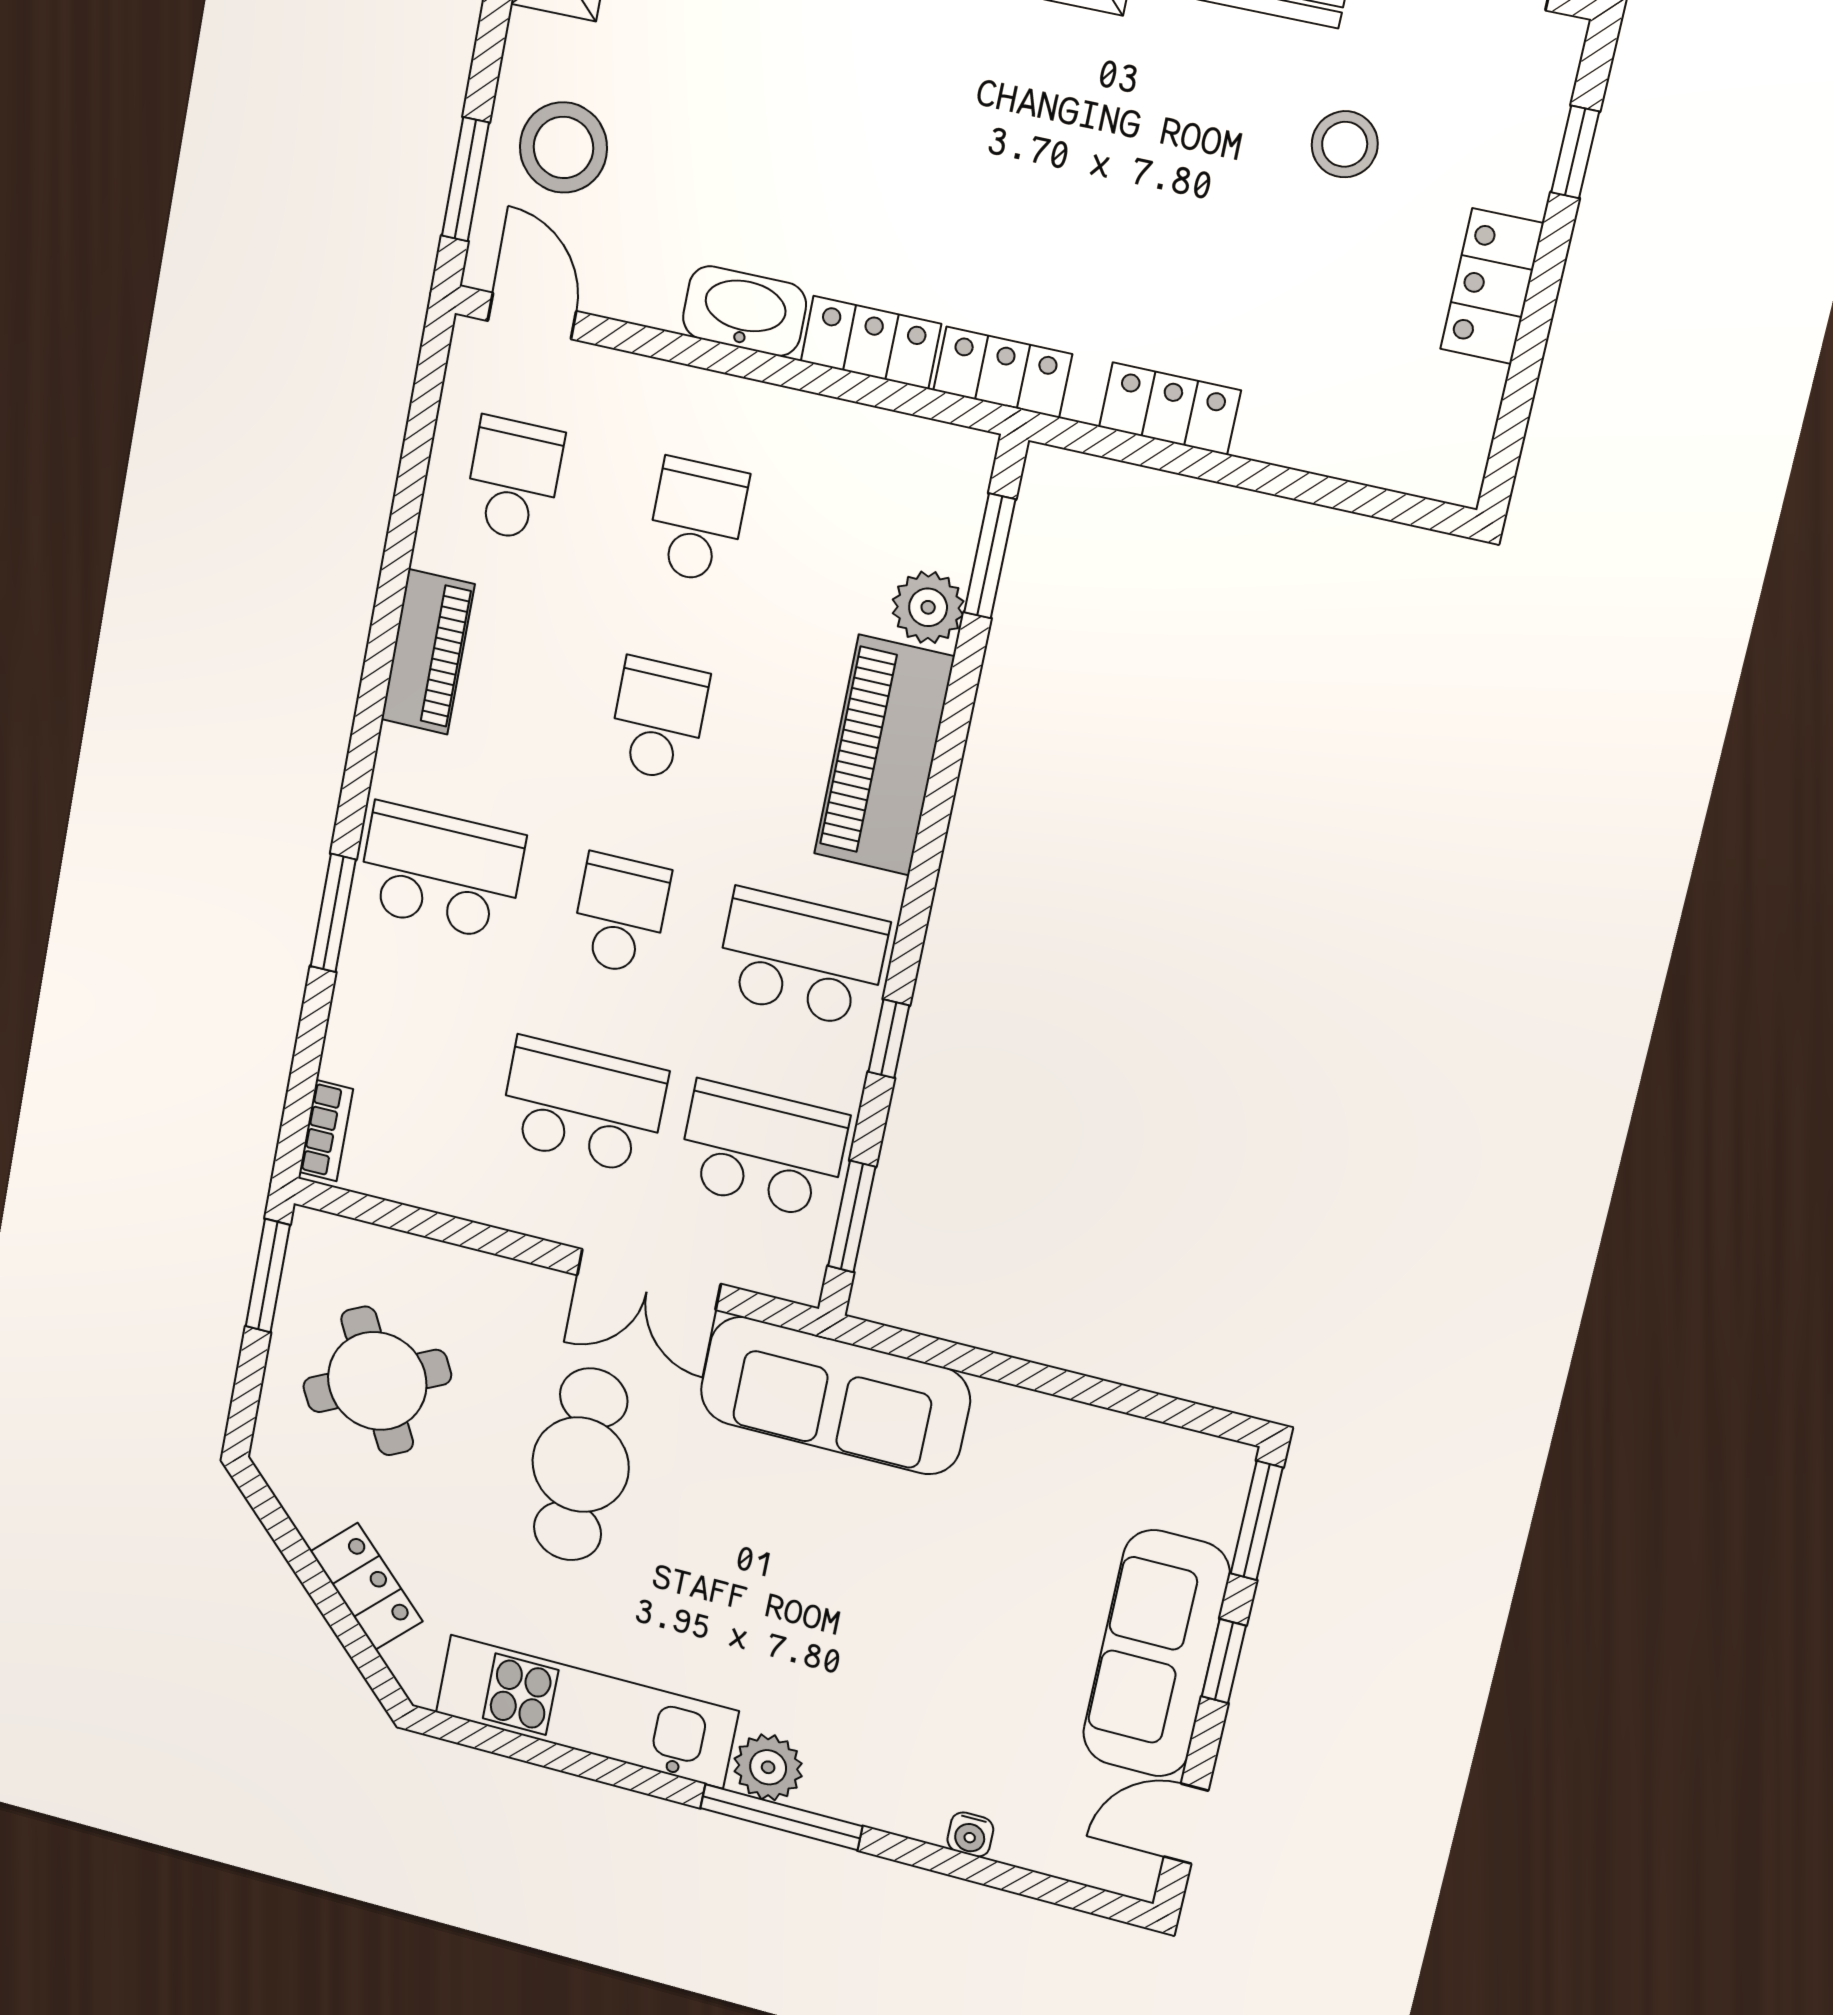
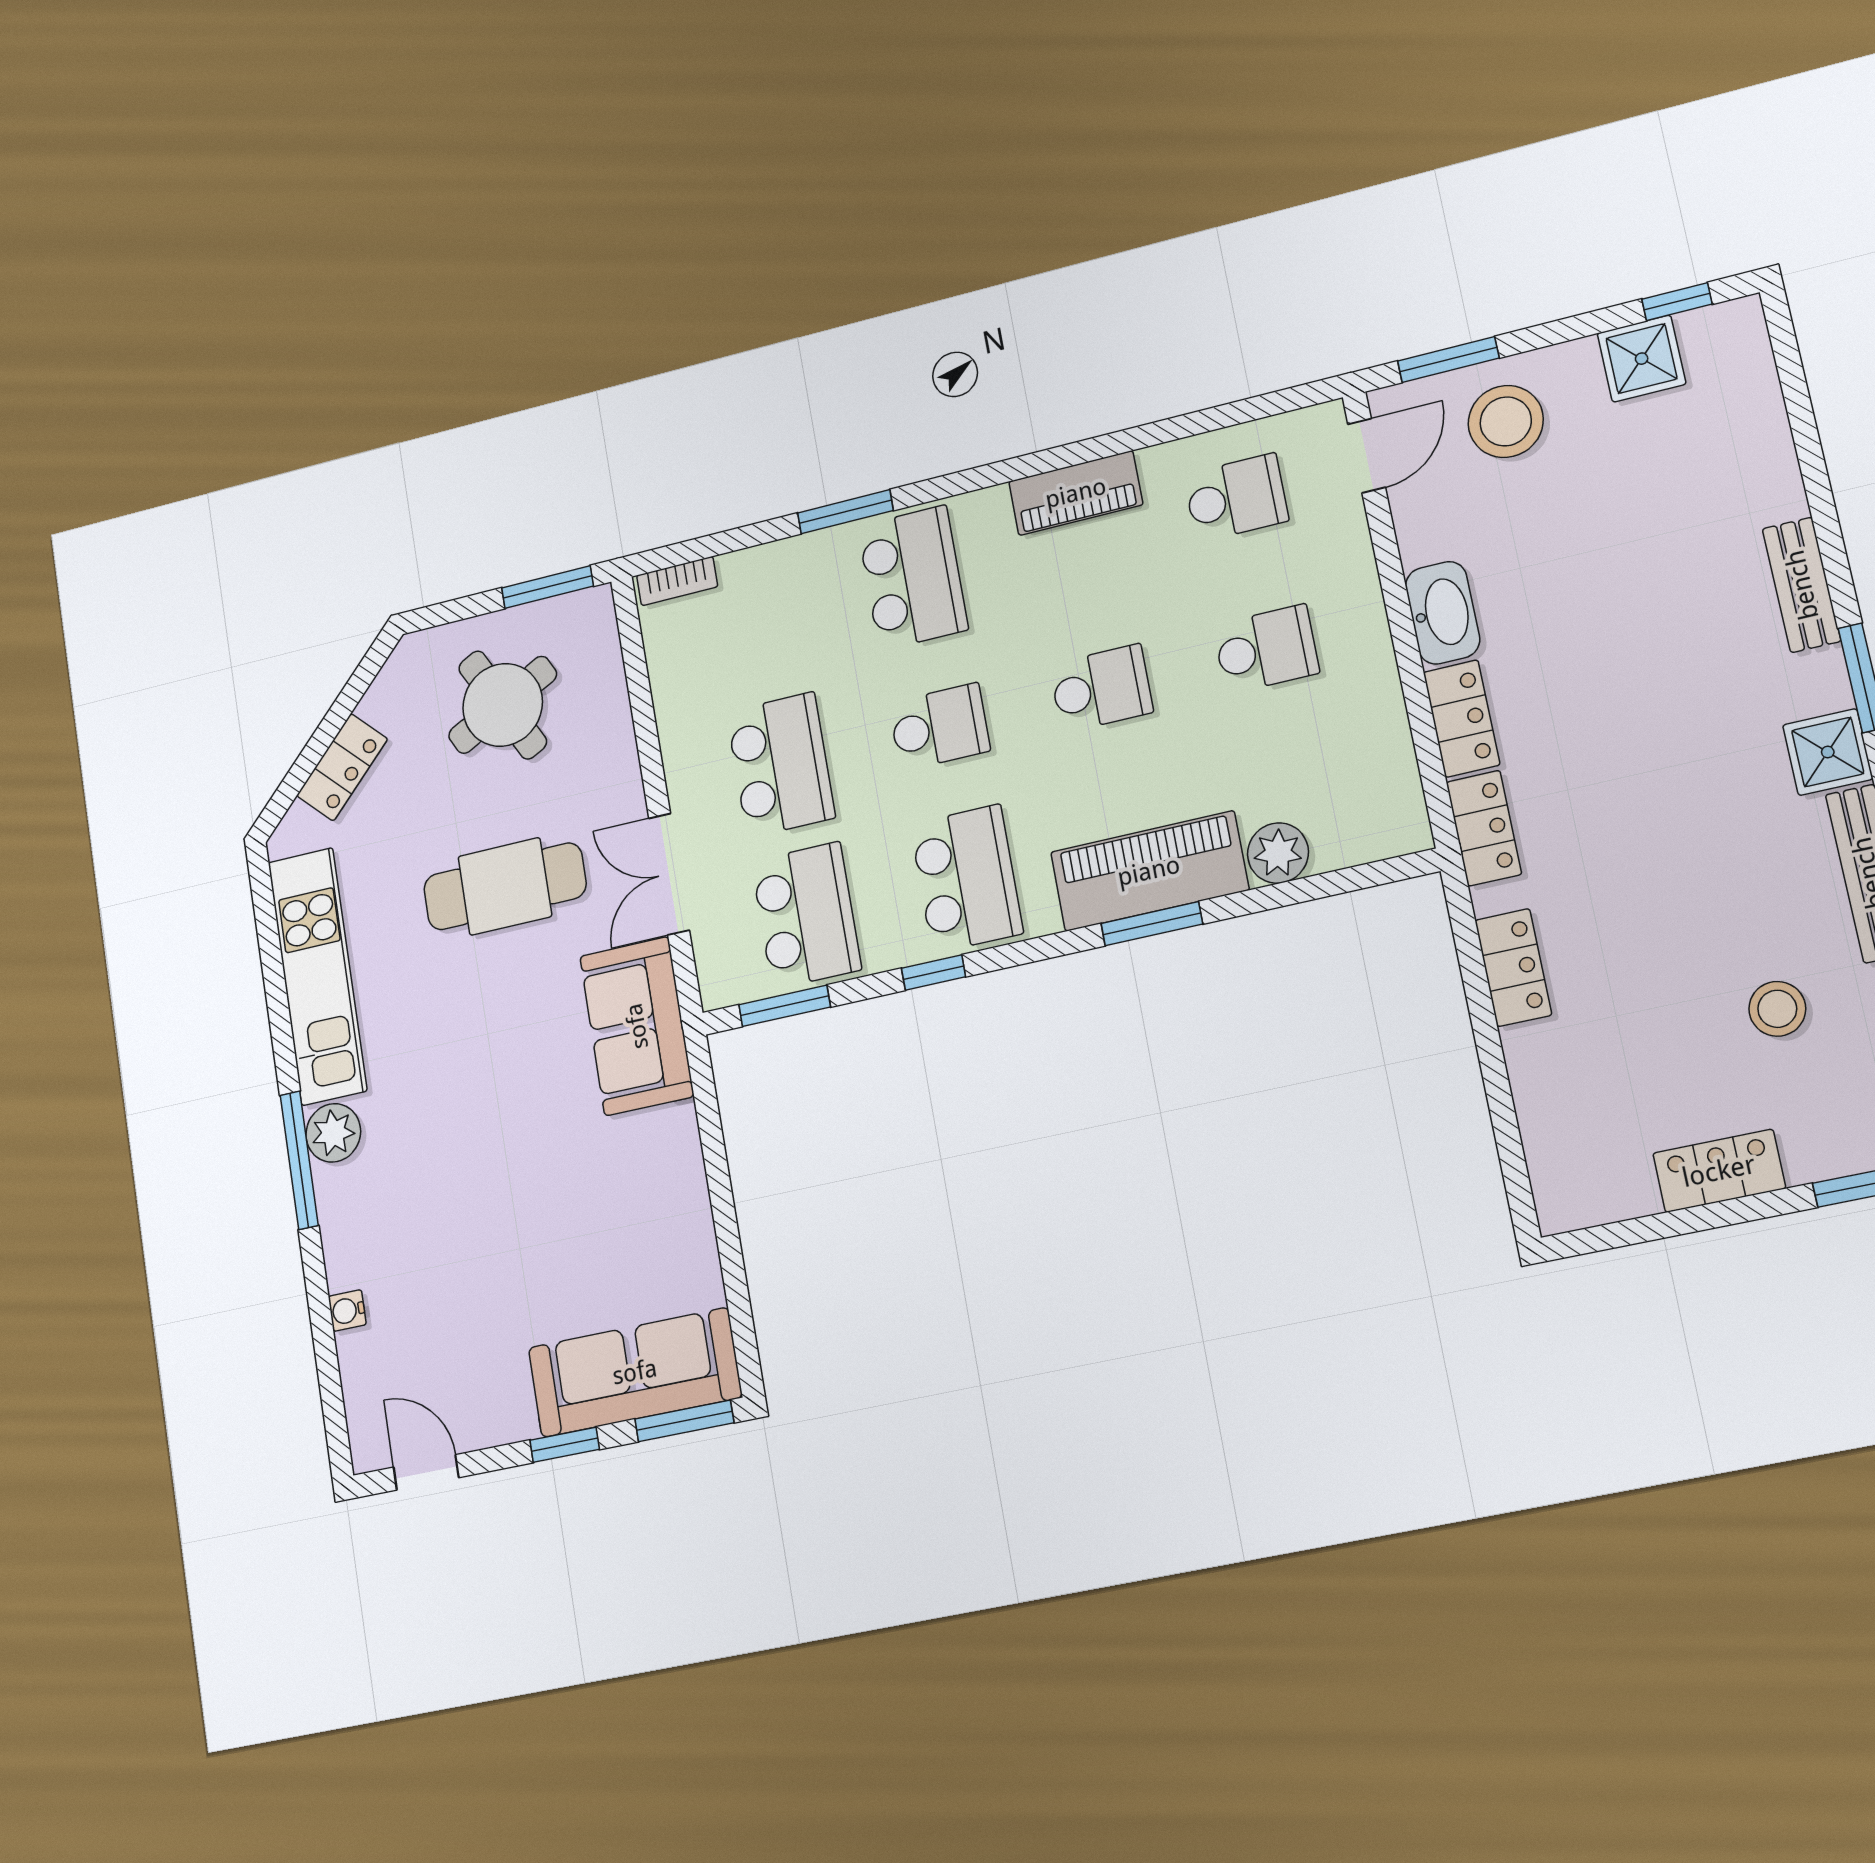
window: (990, 556) -> (1152, 924), moved
sofa: (835, 1395) -> (637, 1026), width x0.73
sofa: (1156, 1654) -> (635, 1372), moved

